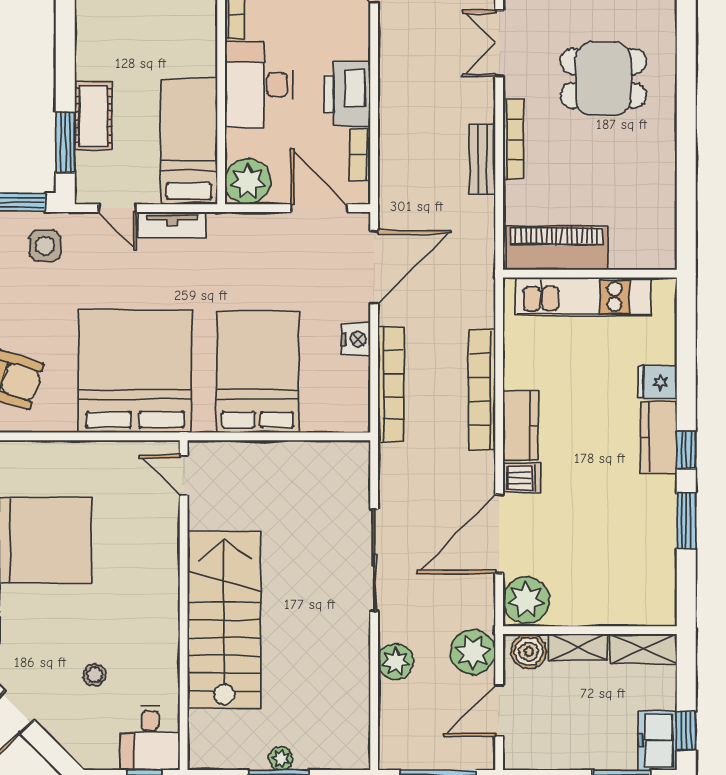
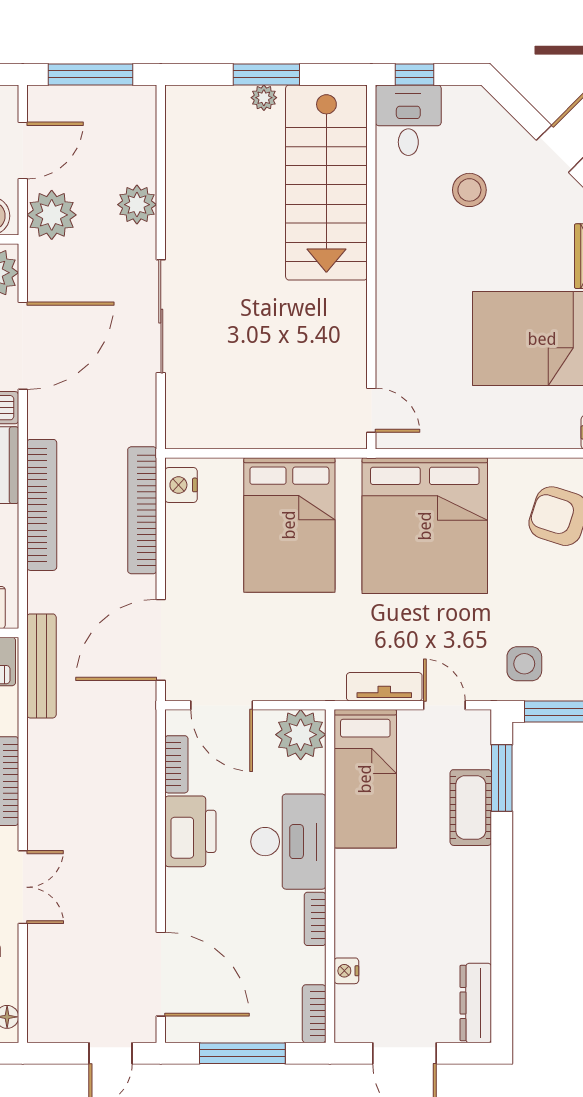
bench: (482, 159) -> (41, 666), moved, width x1.36
nightstand: (356, 339) -> (181, 485), moved
stairs: (224, 620) -> (326, 183), moved
stool: (95, 675) -> (469, 190), width x1.37, depth x1.37

